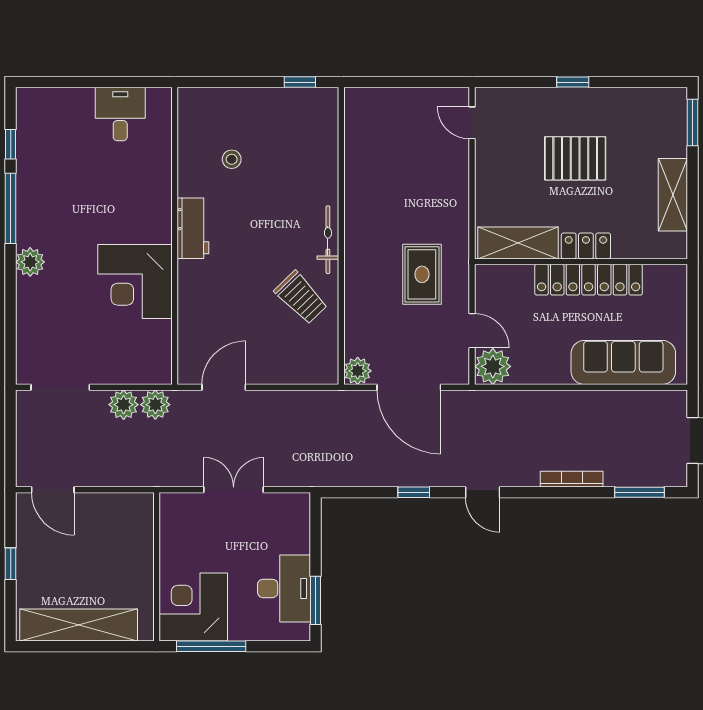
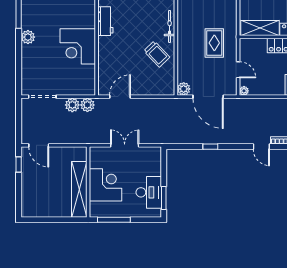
plant: (493, 366) -> (244, 91), width x0.53, depth x0.53
door: (483, 492) -> (261, 147), moved
window: (11, 564) -> (19, 165), moved
corner desk: (193, 607) -> (105, 185), moved, turned 90
shelving: (79, 625) -> (79, 189), moved, turned 90

